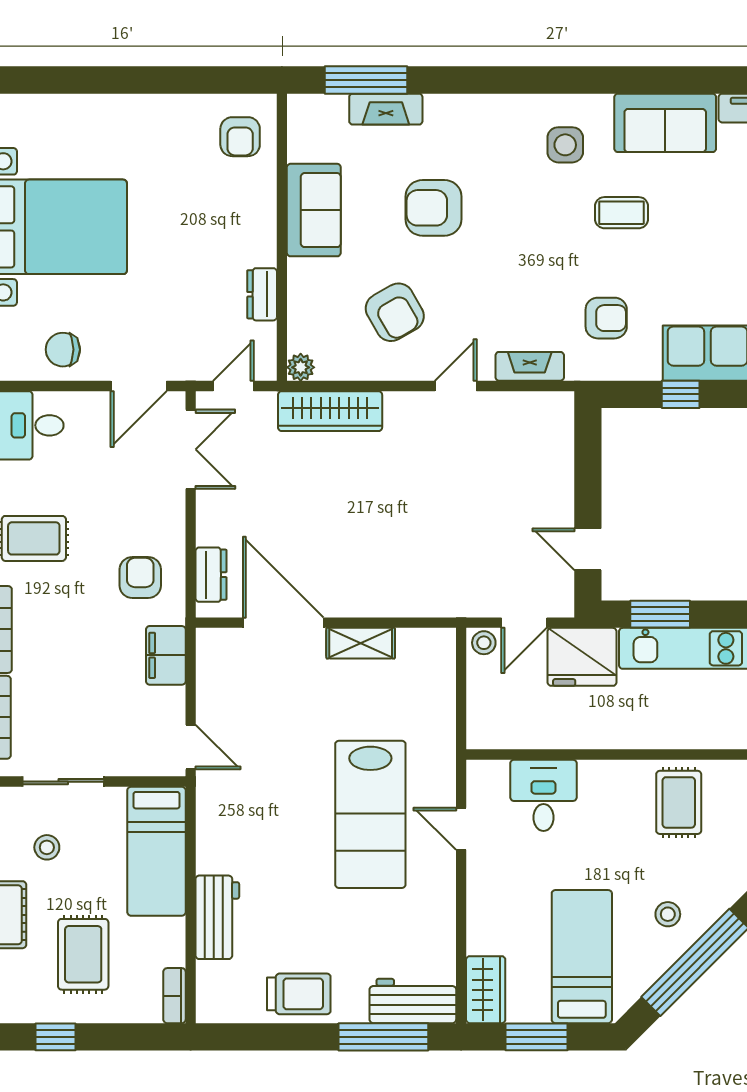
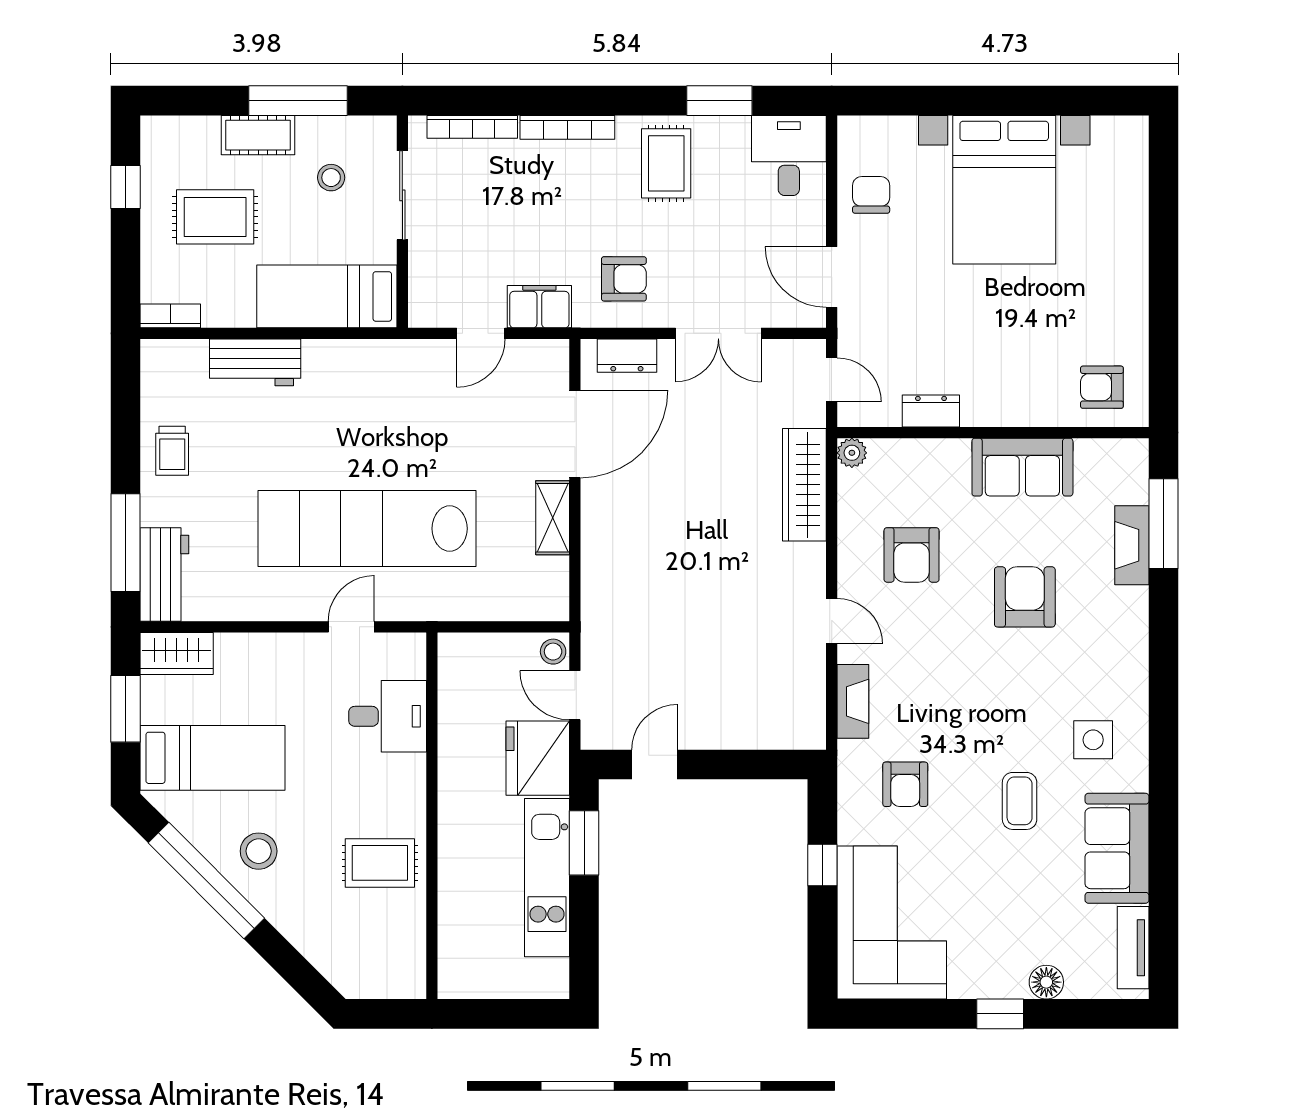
armchair: (395, 312) -> (912, 555), turned -60
double door: (191, 449) -> (718, 333), moved
door: (191, 747) -> (481, 333), moved
lab bench: (370, 814) -> (367, 529), width x1.36
stool: (668, 914) -> (259, 851), width x1.37, depth x1.37
trolley: (299, 994) -> (172, 451), width x0.73, depth x0.72

